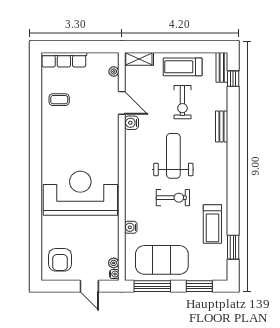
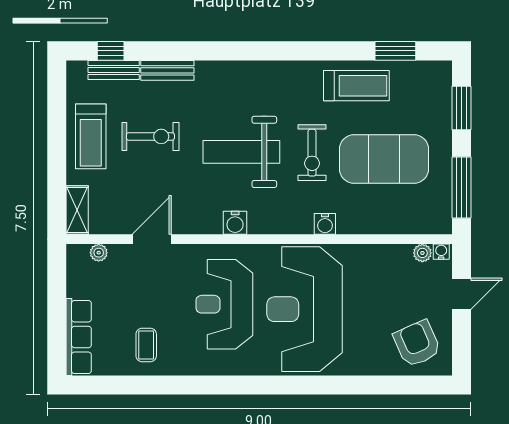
bench: (222, 67) -> (114, 70), moved
water cooler: (131, 123) -> (235, 223), moved
bench: (222, 126) -> (167, 70), moved
reception desk: (83, 146) -> (224, 304), added
exercise bike: (173, 198) -> (312, 153), turned 180
water cooler: (131, 227) -> (325, 224), moved
armchair: (60, 260) -> (417, 344), turned -114
exercise mat: (162, 260) -> (384, 159), moved, turned 90

